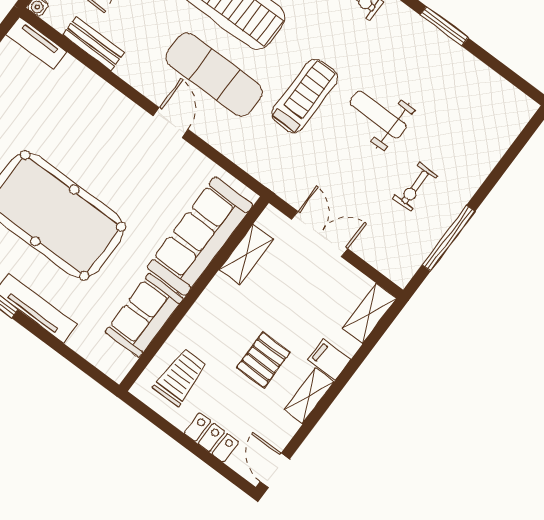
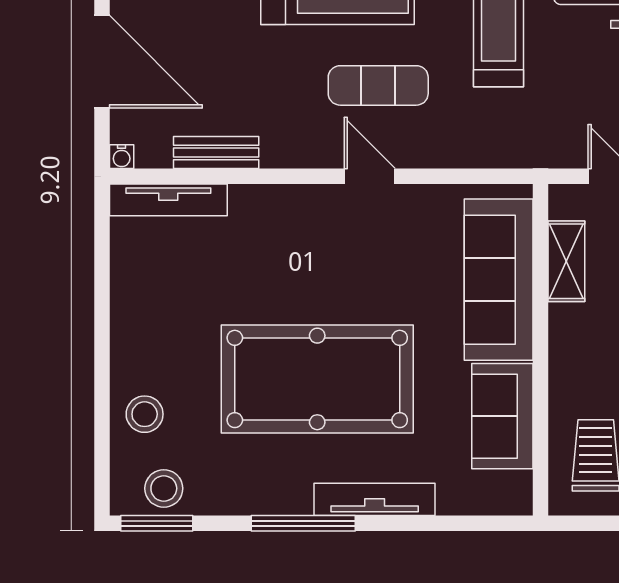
tv unit: (37, 43) -> (168, 200), width x1.41
exercise mat: (214, 75) -> (378, 85), width x0.73, depth x0.69

